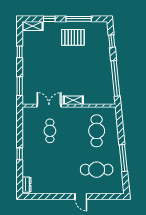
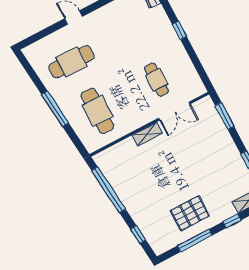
window: (123, 158) -> (55, 109), moved

